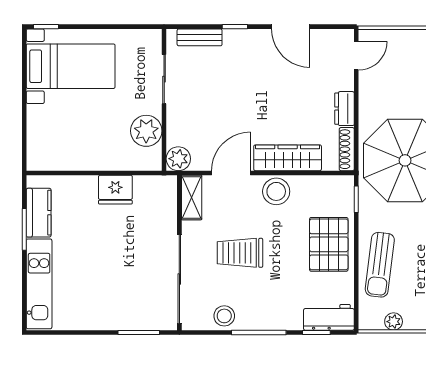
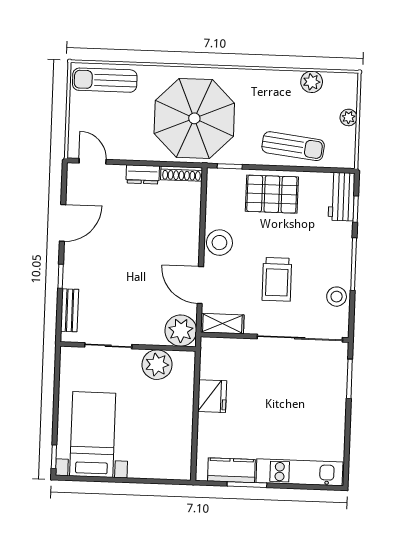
wardrobe: (288, 158) -> (188, 230), removed
plant: (178, 159) -> (181, 331), width x1.36, depth x1.36
plant: (394, 322) -> (348, 117), moved

